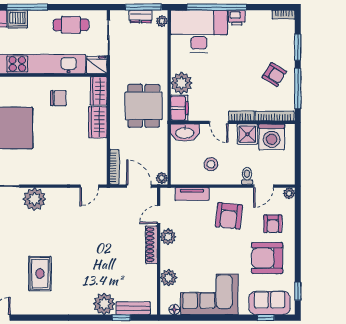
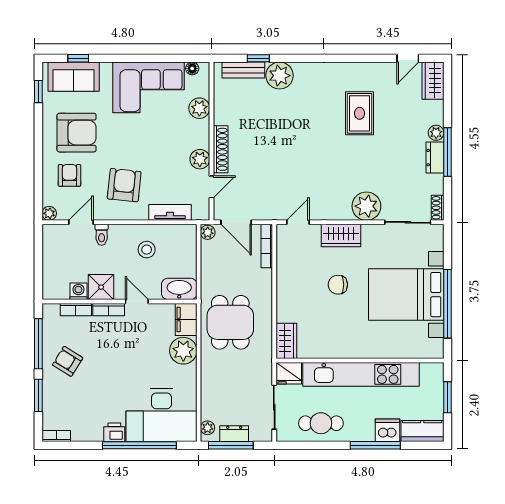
chair: (58, 98) -> (338, 285), moved
bookcase: (275, 116) -> (76, 310), width x0.64
wardrobe: (98, 122) -> (341, 236), moved, turned 90
washing machine: (272, 137) -> (78, 291), width x0.53, depth x0.53

